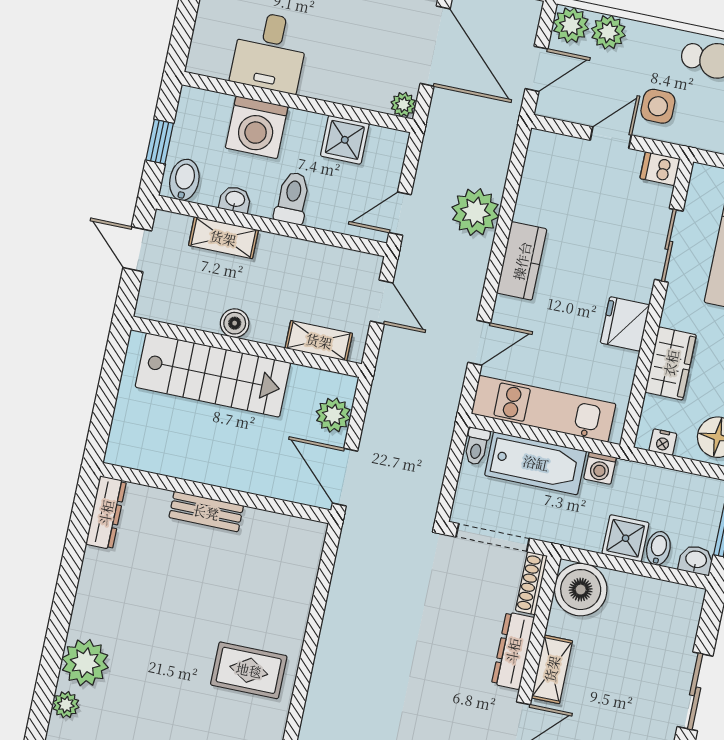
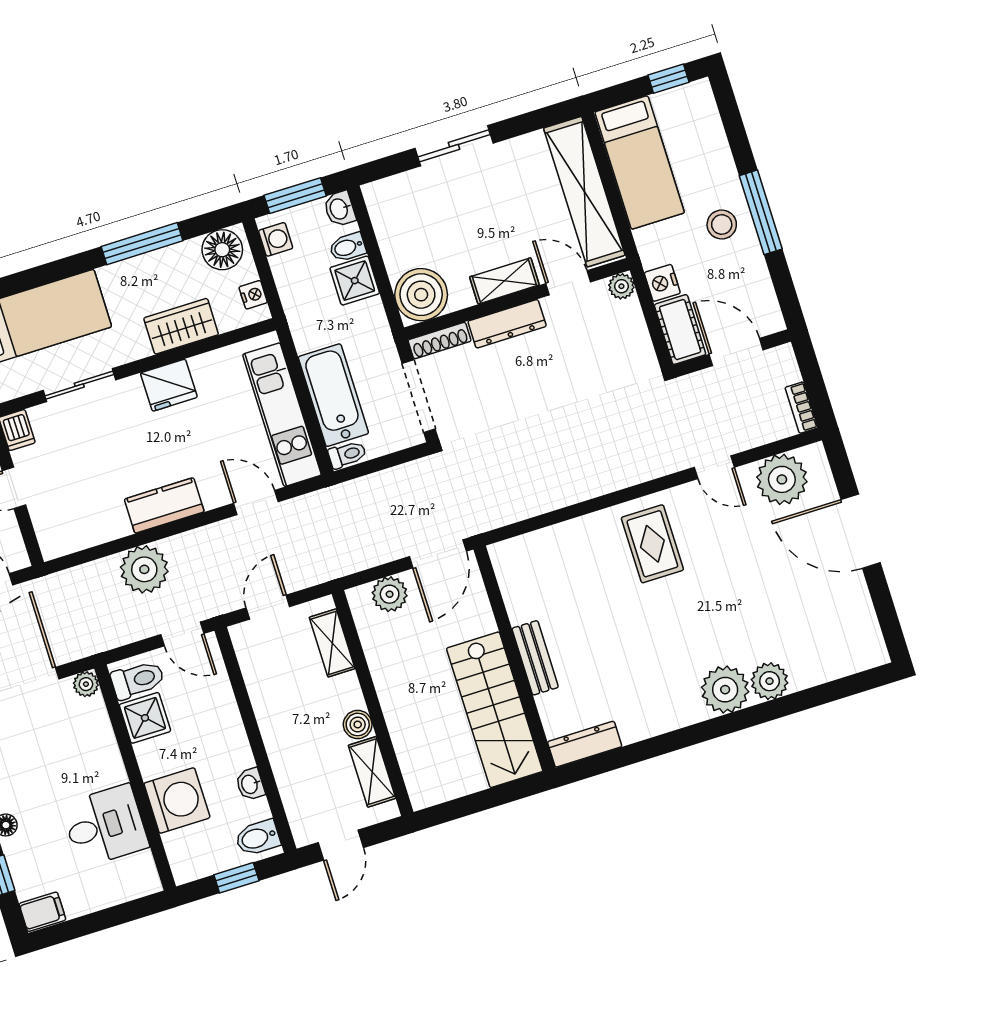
toilet: (292, 198) -> (138, 680), moved, turned 180
shelving: (223, 238) -> (372, 772), moved
stairs: (213, 375) -> (495, 710), moved, turned 180
washing machine: (600, 468) -> (276, 239), moved
plant: (66, 705) -> (770, 681), width x1.38, depth x1.38

